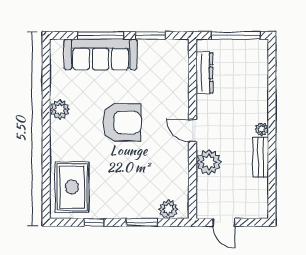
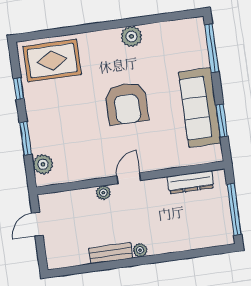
window: (100, 35) -> (212, 48), moved
sofa: (101, 54) -> (200, 108), moved
plant: (209, 162) -> (103, 193), width x0.53, depth x0.53

